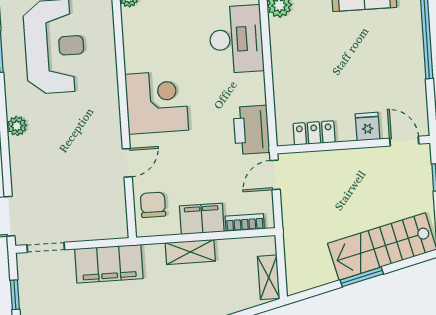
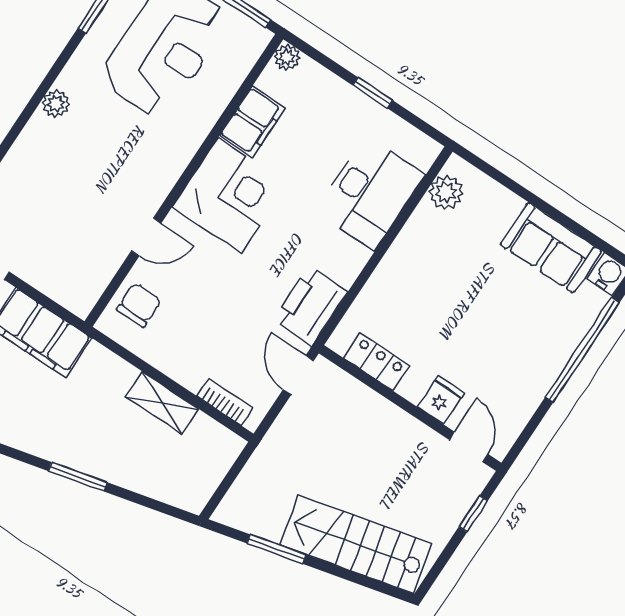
door: (275, 175) -> (298, 375), hinge flipped
filing cabinet: (202, 219) -> (252, 122), moved, turned 90
shelving: (190, 252) -> (162, 403), moved
shelving: (269, 277) -> (205, 482), removed
window: (362, 277) -> (276, 549), moved

